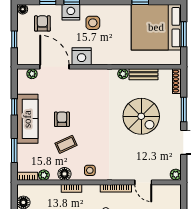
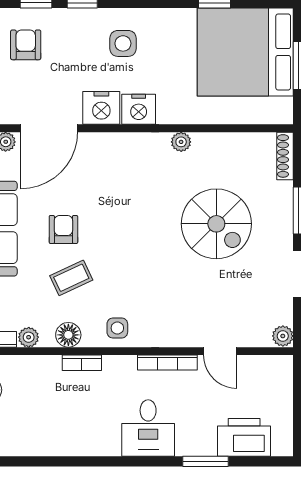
nightstand: (71, 12) -> (139, 109), moved, turned 180
door: (54, 67) -> (49, 128), swing flipped
bench: (144, 74) -> (221, 143), removed

